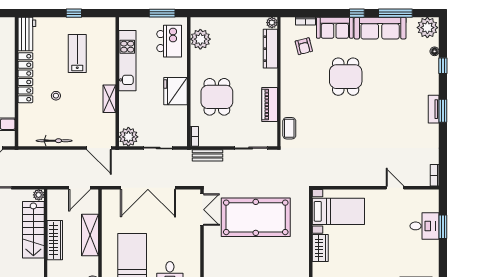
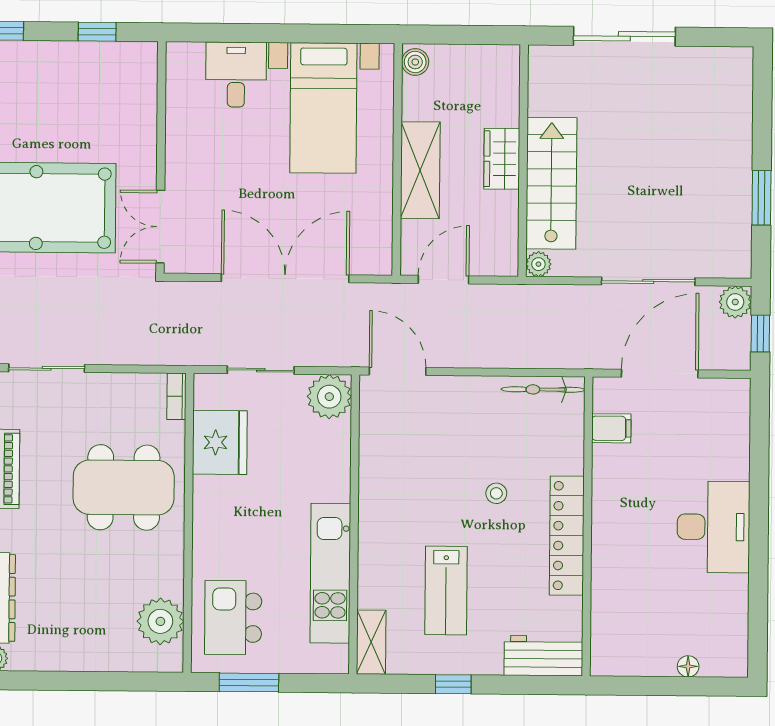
workbench: (27, 34) -> (543, 656), moved, turned 90
fridge: (175, 91) -> (220, 442), moved
dining table: (217, 97) -> (124, 487), width x1.38
shelving: (109, 99) -> (371, 642), moved
bicycle: (54, 141) -> (543, 390), moved
bench: (207, 155) -> (147, 352), removed
wardrobe: (55, 240) -> (502, 159), width x0.67

